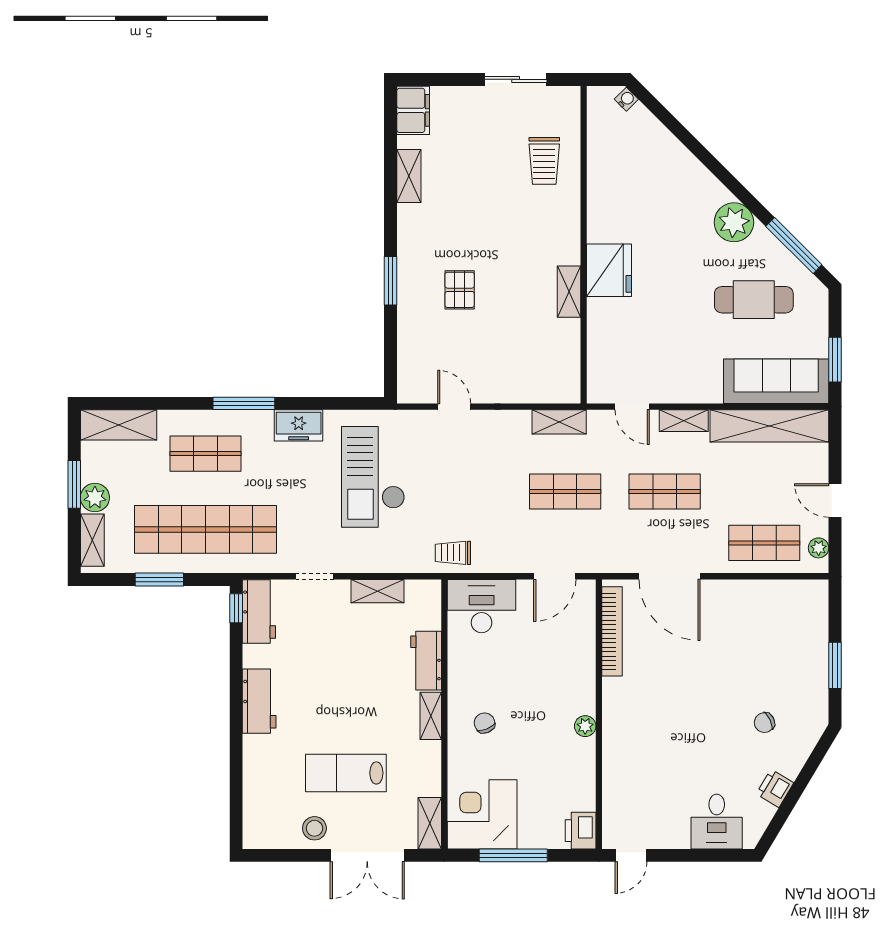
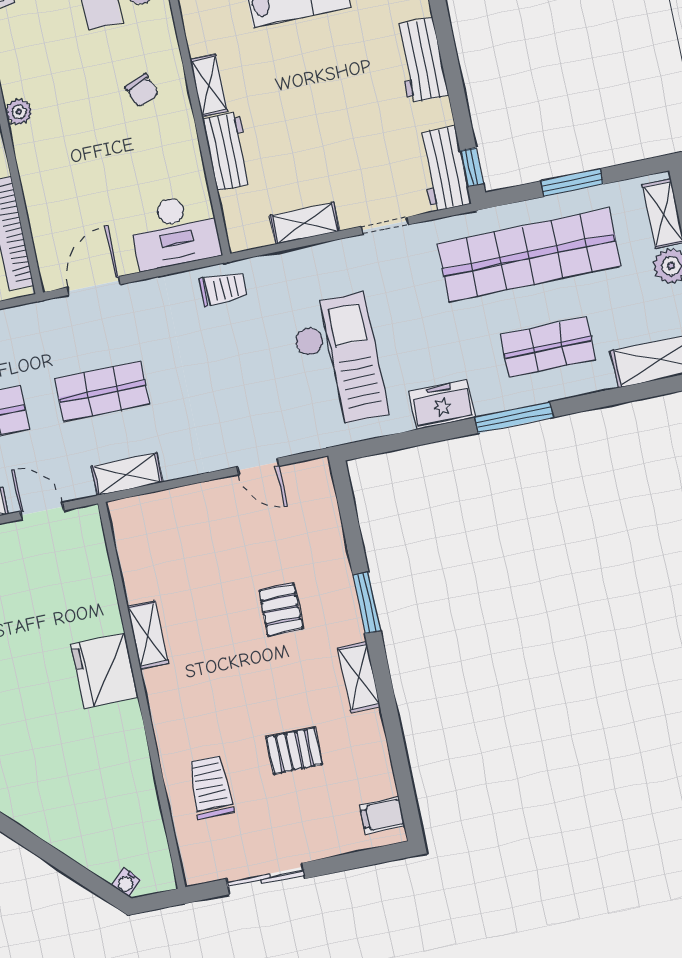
filing cabinet: (413, 110) -> (382, 815), width x0.50
shelving: (409, 176) -> (359, 677), moved
pallet: (472, 176) -> (294, 751), added

